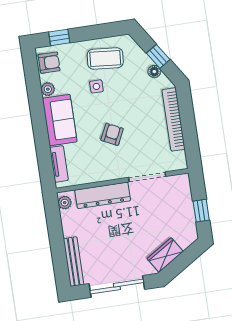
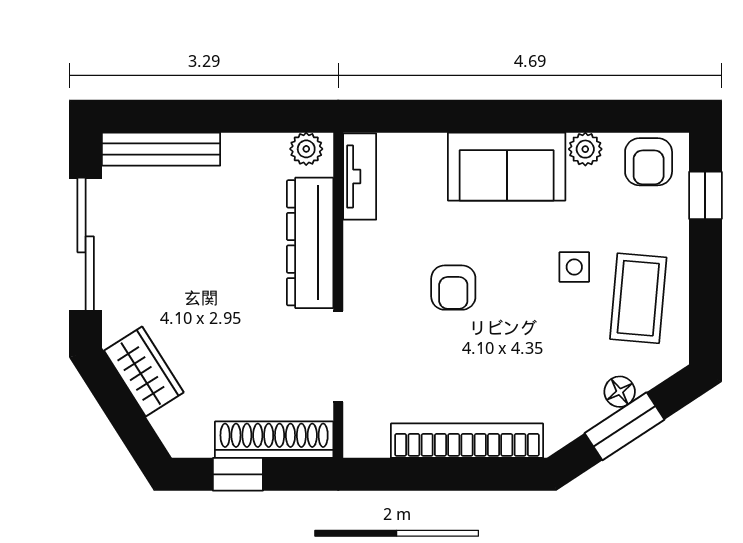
window: (158, 56) -> (624, 426), width x1.50
floor lamp: (154, 72) -> (620, 392), moved
armchair: (112, 134) -> (453, 288), turned 64
tv unit: (59, 164) -> (360, 176), moved, turned -90
shoe rack: (185, 198) -> (274, 440), added

